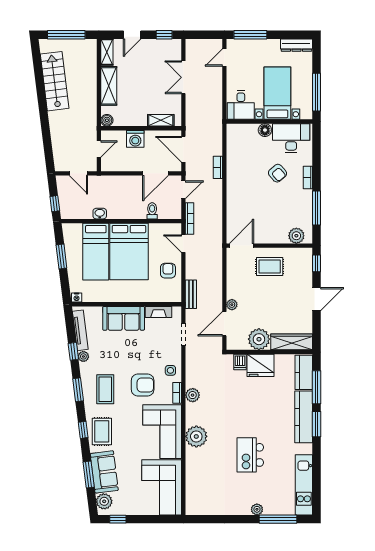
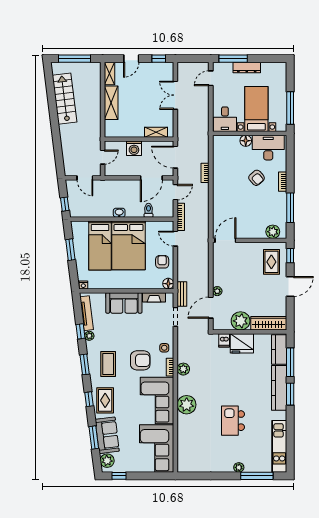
dresser: (296, 45) -> (247, 68), moved
boiler: (107, 120) -> (110, 132), removed
washbasin: (100, 214) -> (119, 213), moved
rug: (270, 266) -> (271, 262), moved, turned 90
bench: (191, 294) -> (182, 294), moved
floor lamp: (175, 296) -> (168, 284), added

